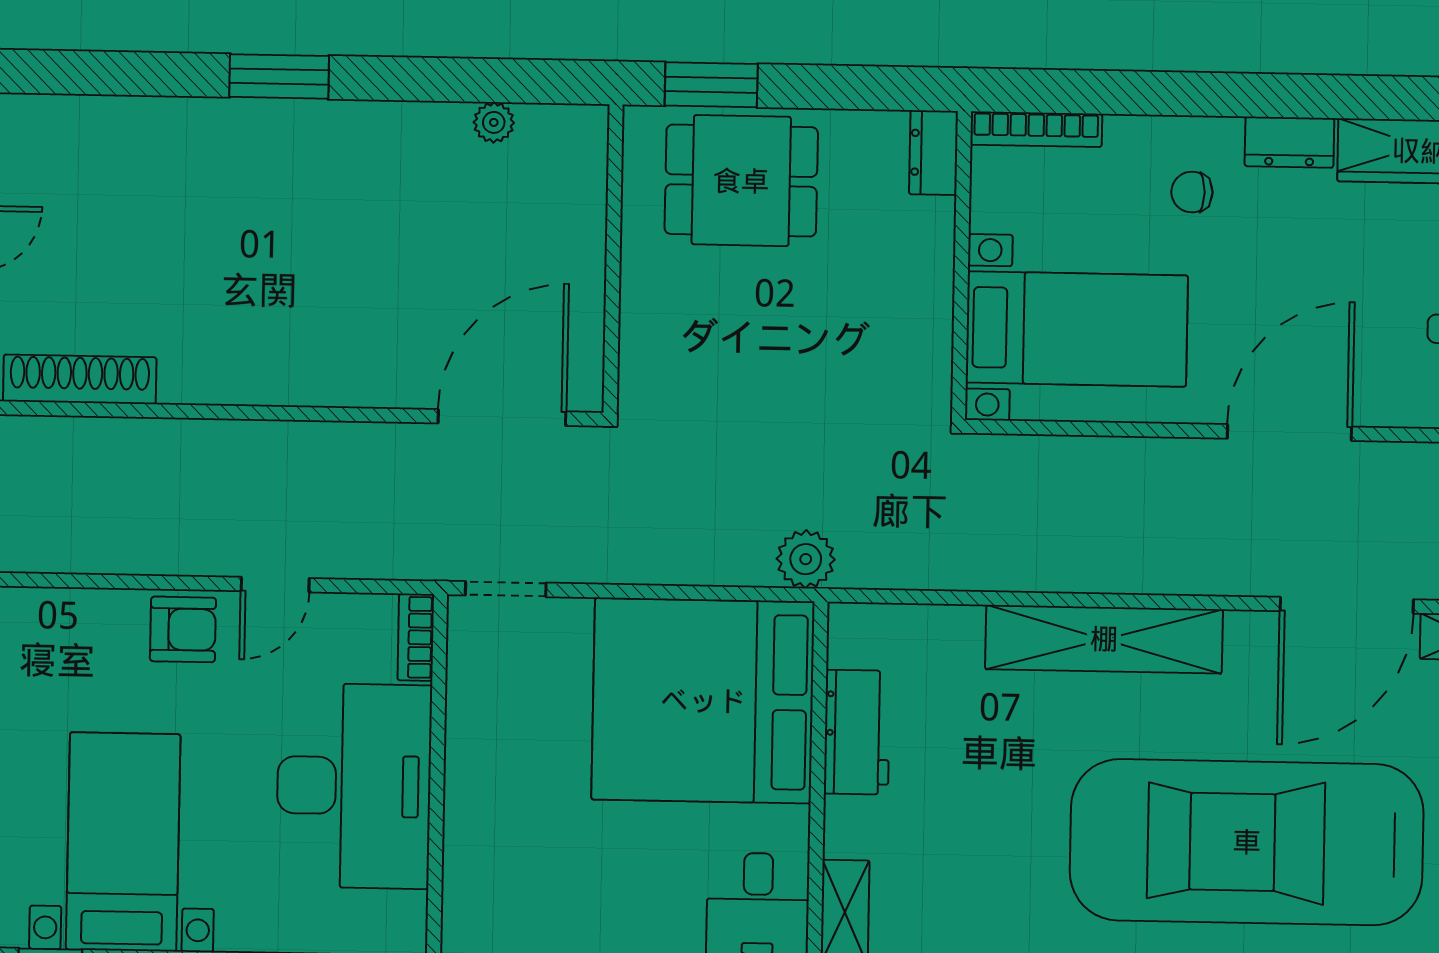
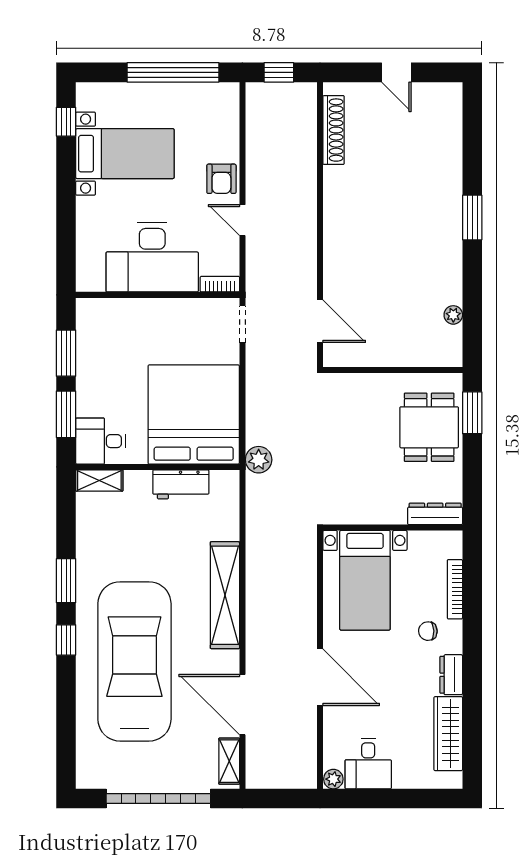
bookcase: (1036, 129) -> (455, 589), moved
dresser: (934, 153) -> (435, 514), width x1.44
chair: (1192, 192) -> (428, 631), turned -92
door: (502, 417) -> (320, 321), width x0.73

